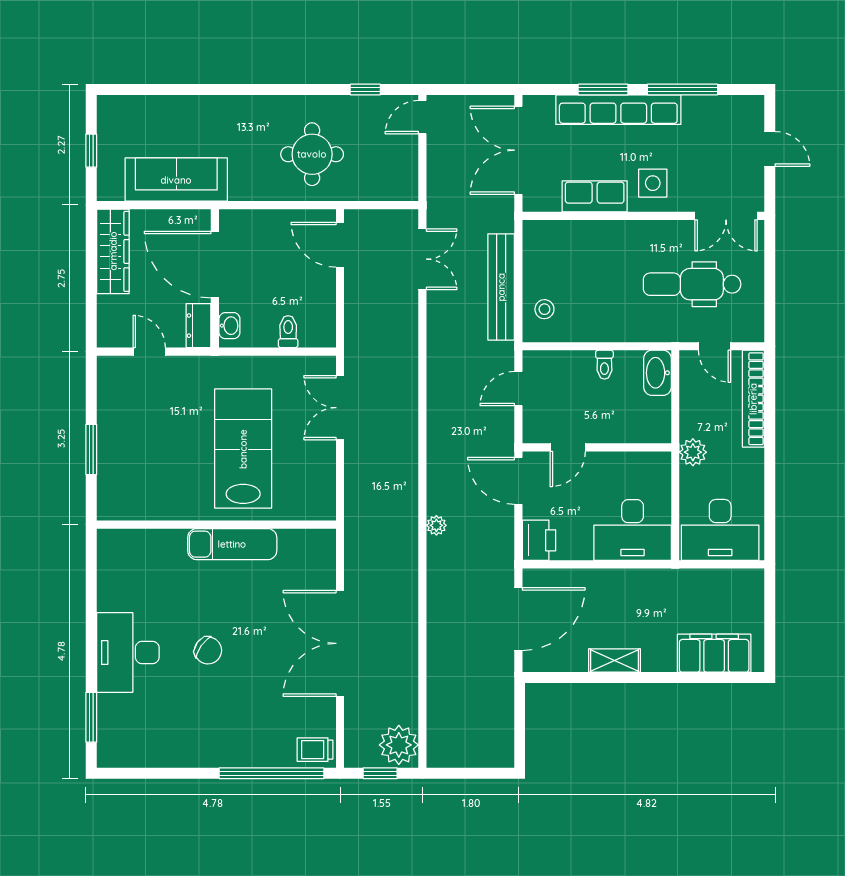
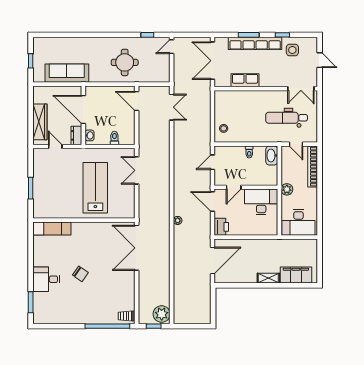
window: (682, 89) -> (282, 35), width x0.46
side table: (653, 183) -> (292, 50), moved
wardrobe: (113, 251) -> (40, 122), moved
bench: (501, 287) -> (205, 119), removed
desk: (633, 530) -> (261, 202), moved, turned 180
exam couch: (232, 544) -> (52, 228), moved
double door: (340, 643) -> (137, 248), moved
desk: (128, 652) -> (46, 279), width x0.73
shelving: (615, 661) -> (268, 278), moved

